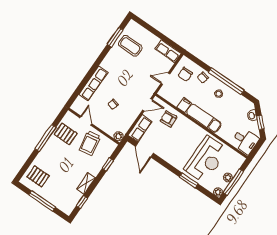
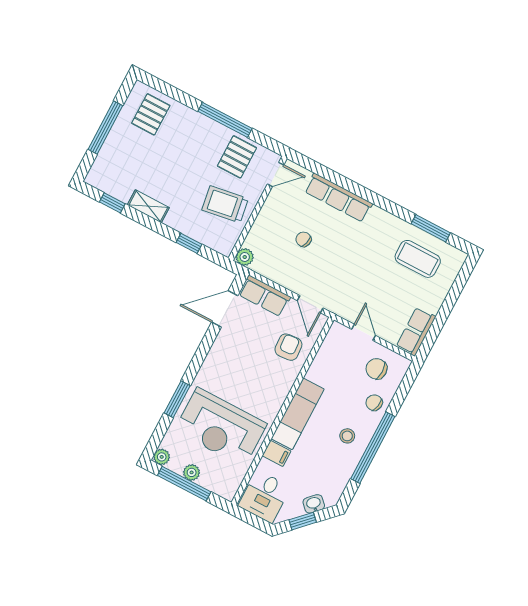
coffee table: (130, 46) -> (418, 259), turned 90
filing cabinet: (184, 105) -> (276, 453), moved
door: (86, 121) -> (276, 174), moved

